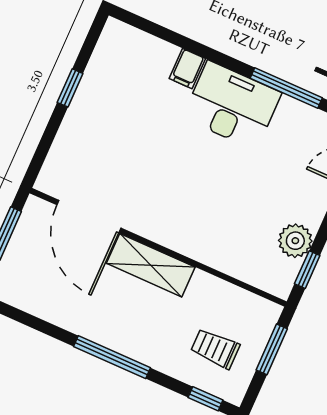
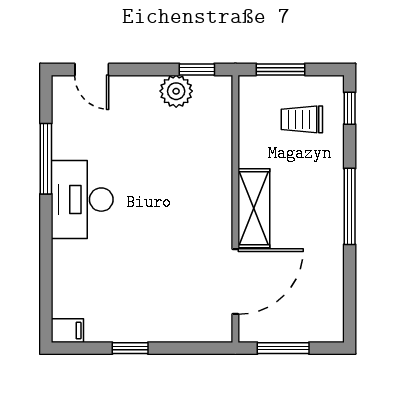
filing cabinet: (187, 69) -> (67, 331), moved
trolley: (215, 349) -> (302, 119), turned 90

